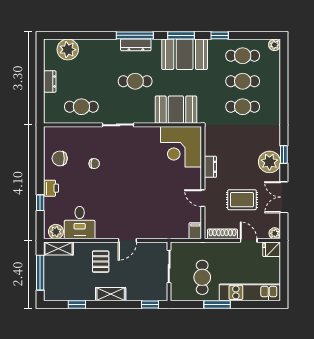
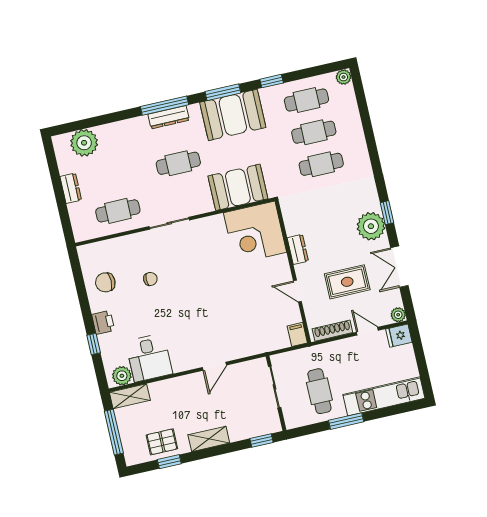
pallet: (101, 262) -> (162, 442), moved, turned 90

